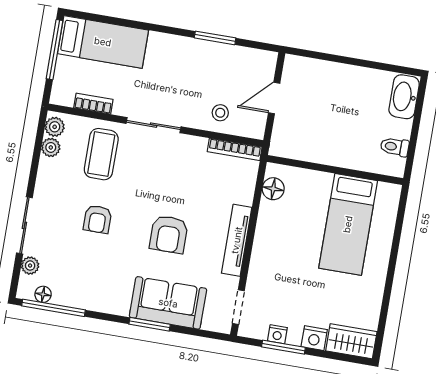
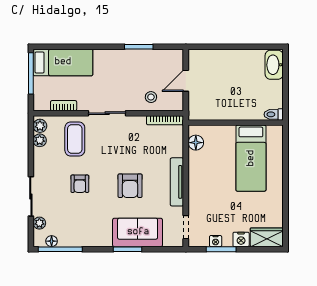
toilet: (395, 147) -> (274, 114), moved

